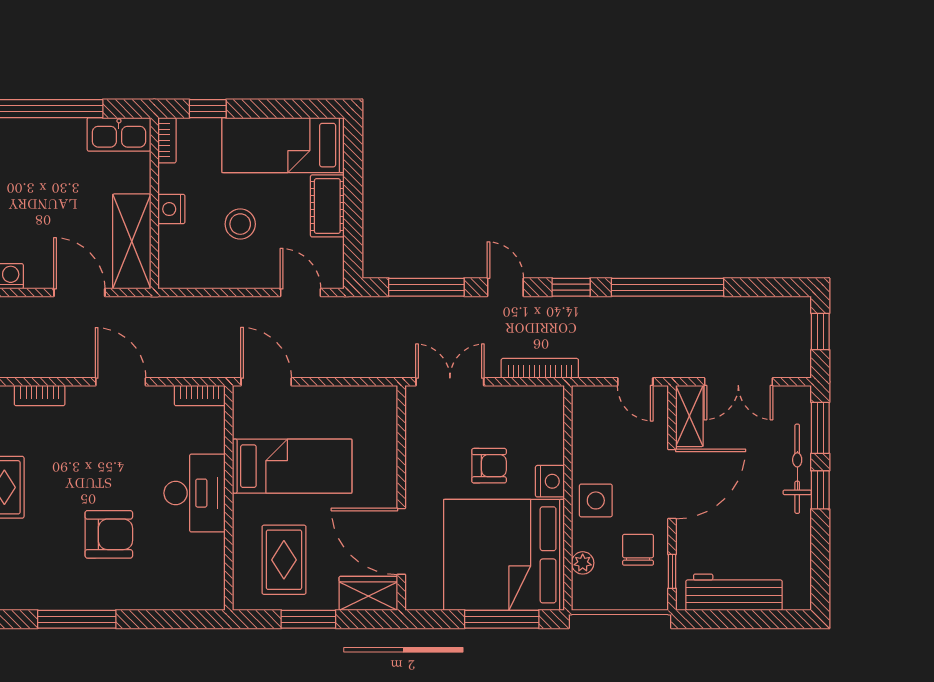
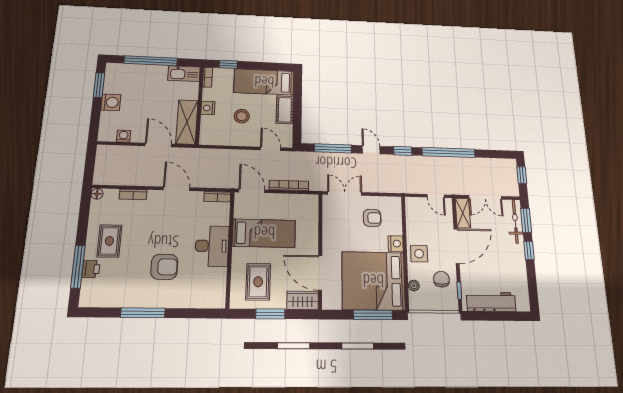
bookcase: (540, 368) -> (289, 185), moved
armchair: (489, 466) -> (372, 218), moved
bicycle: (797, 469) -> (515, 222), moved

